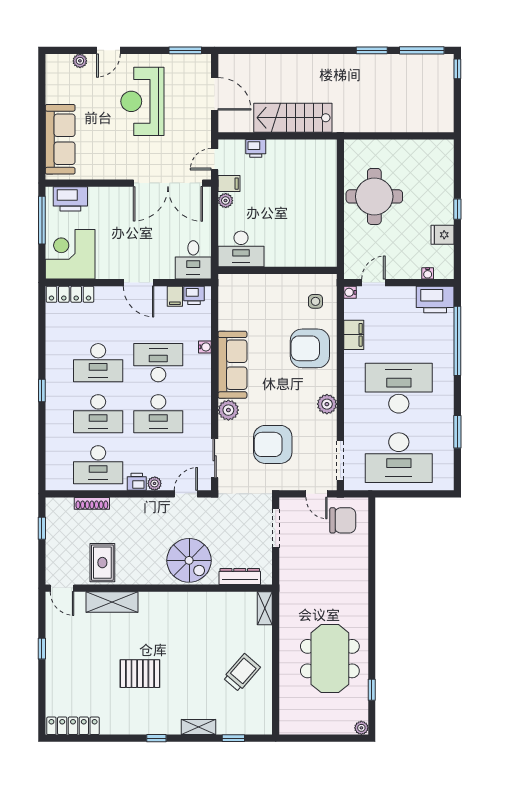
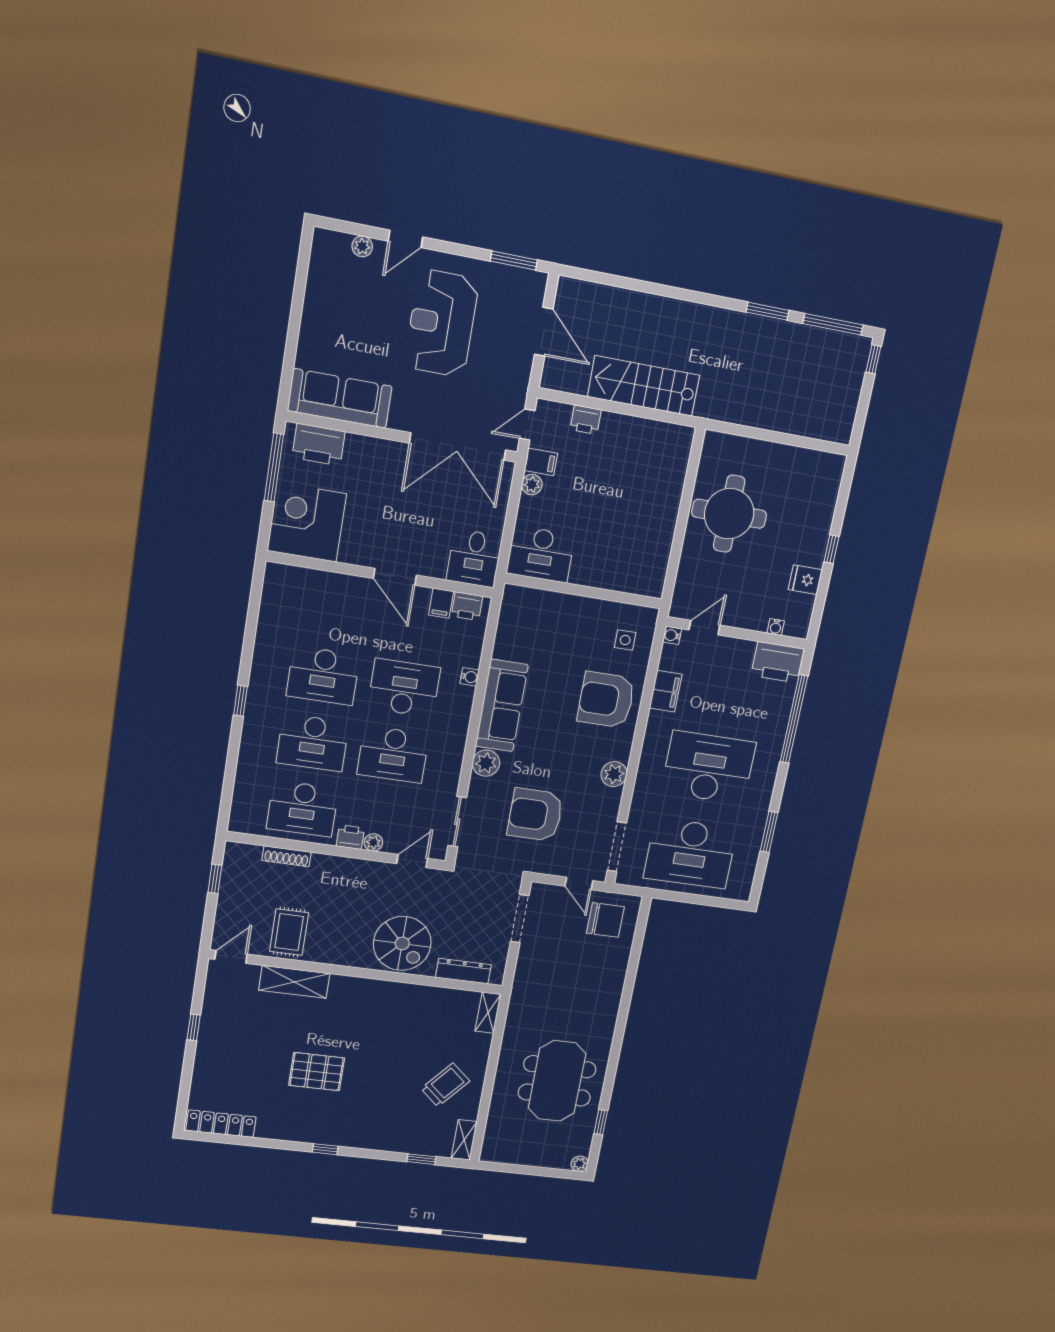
sofa: (60, 139) -> (340, 398), moved, turned -90
locker: (70, 294) -> (298, 577), removed
door: (62, 588) -> (231, 957), swing flipped
shelving: (198, 727) -> (464, 1140), moved, turned 90

